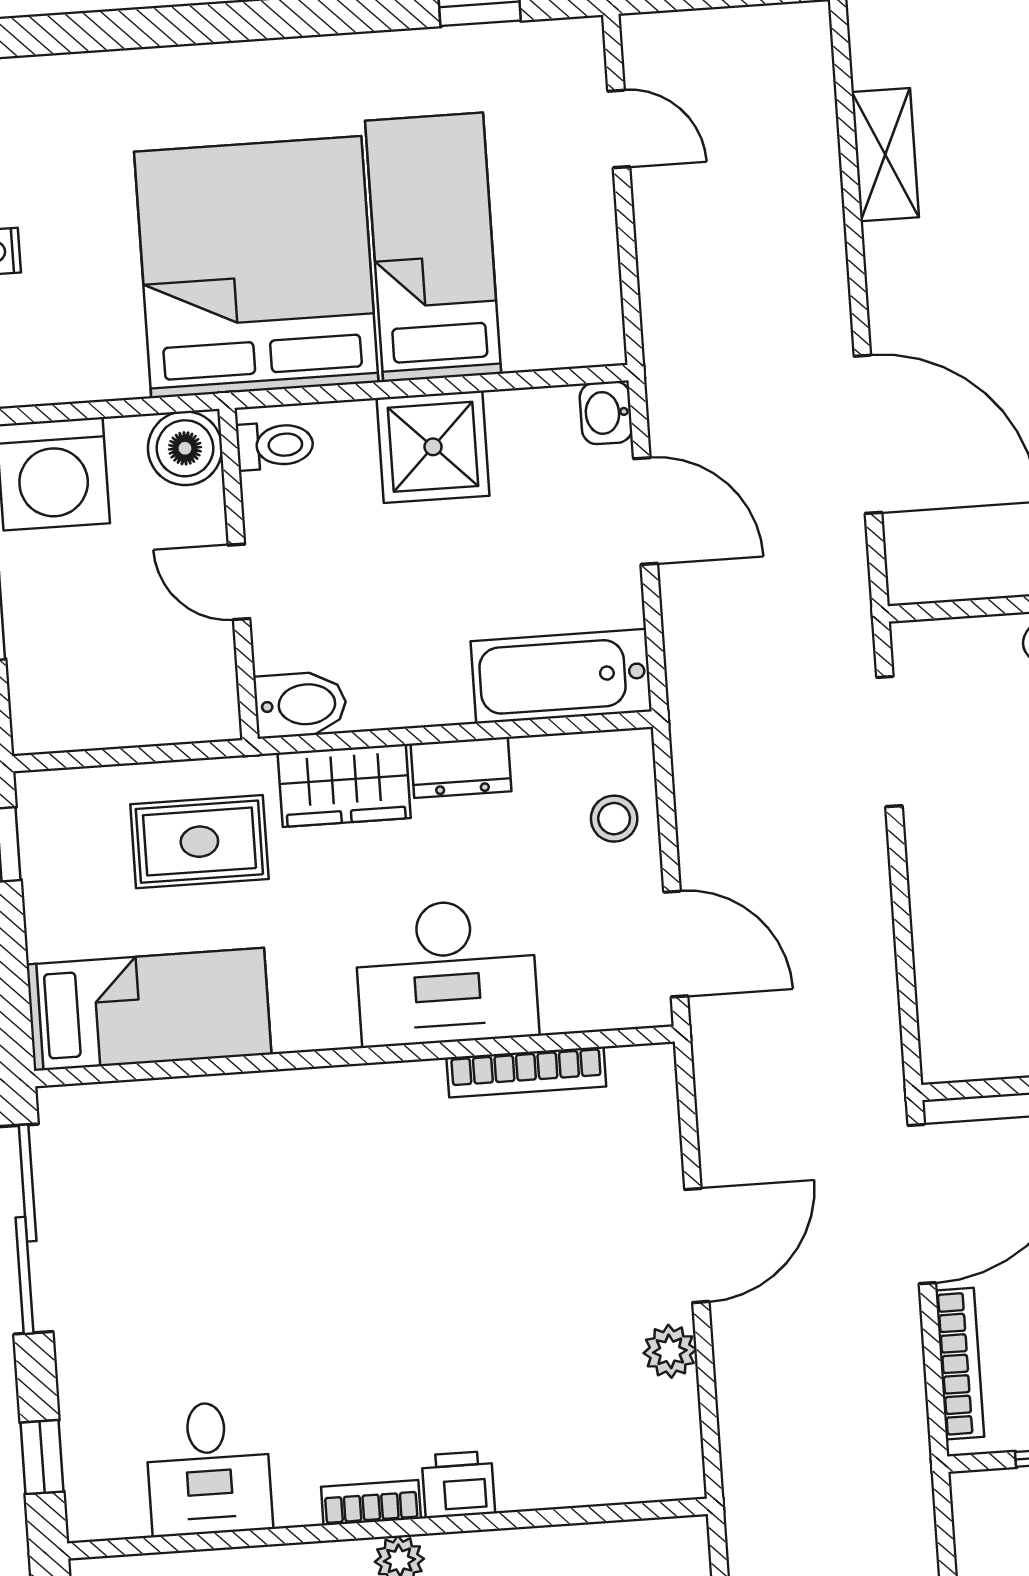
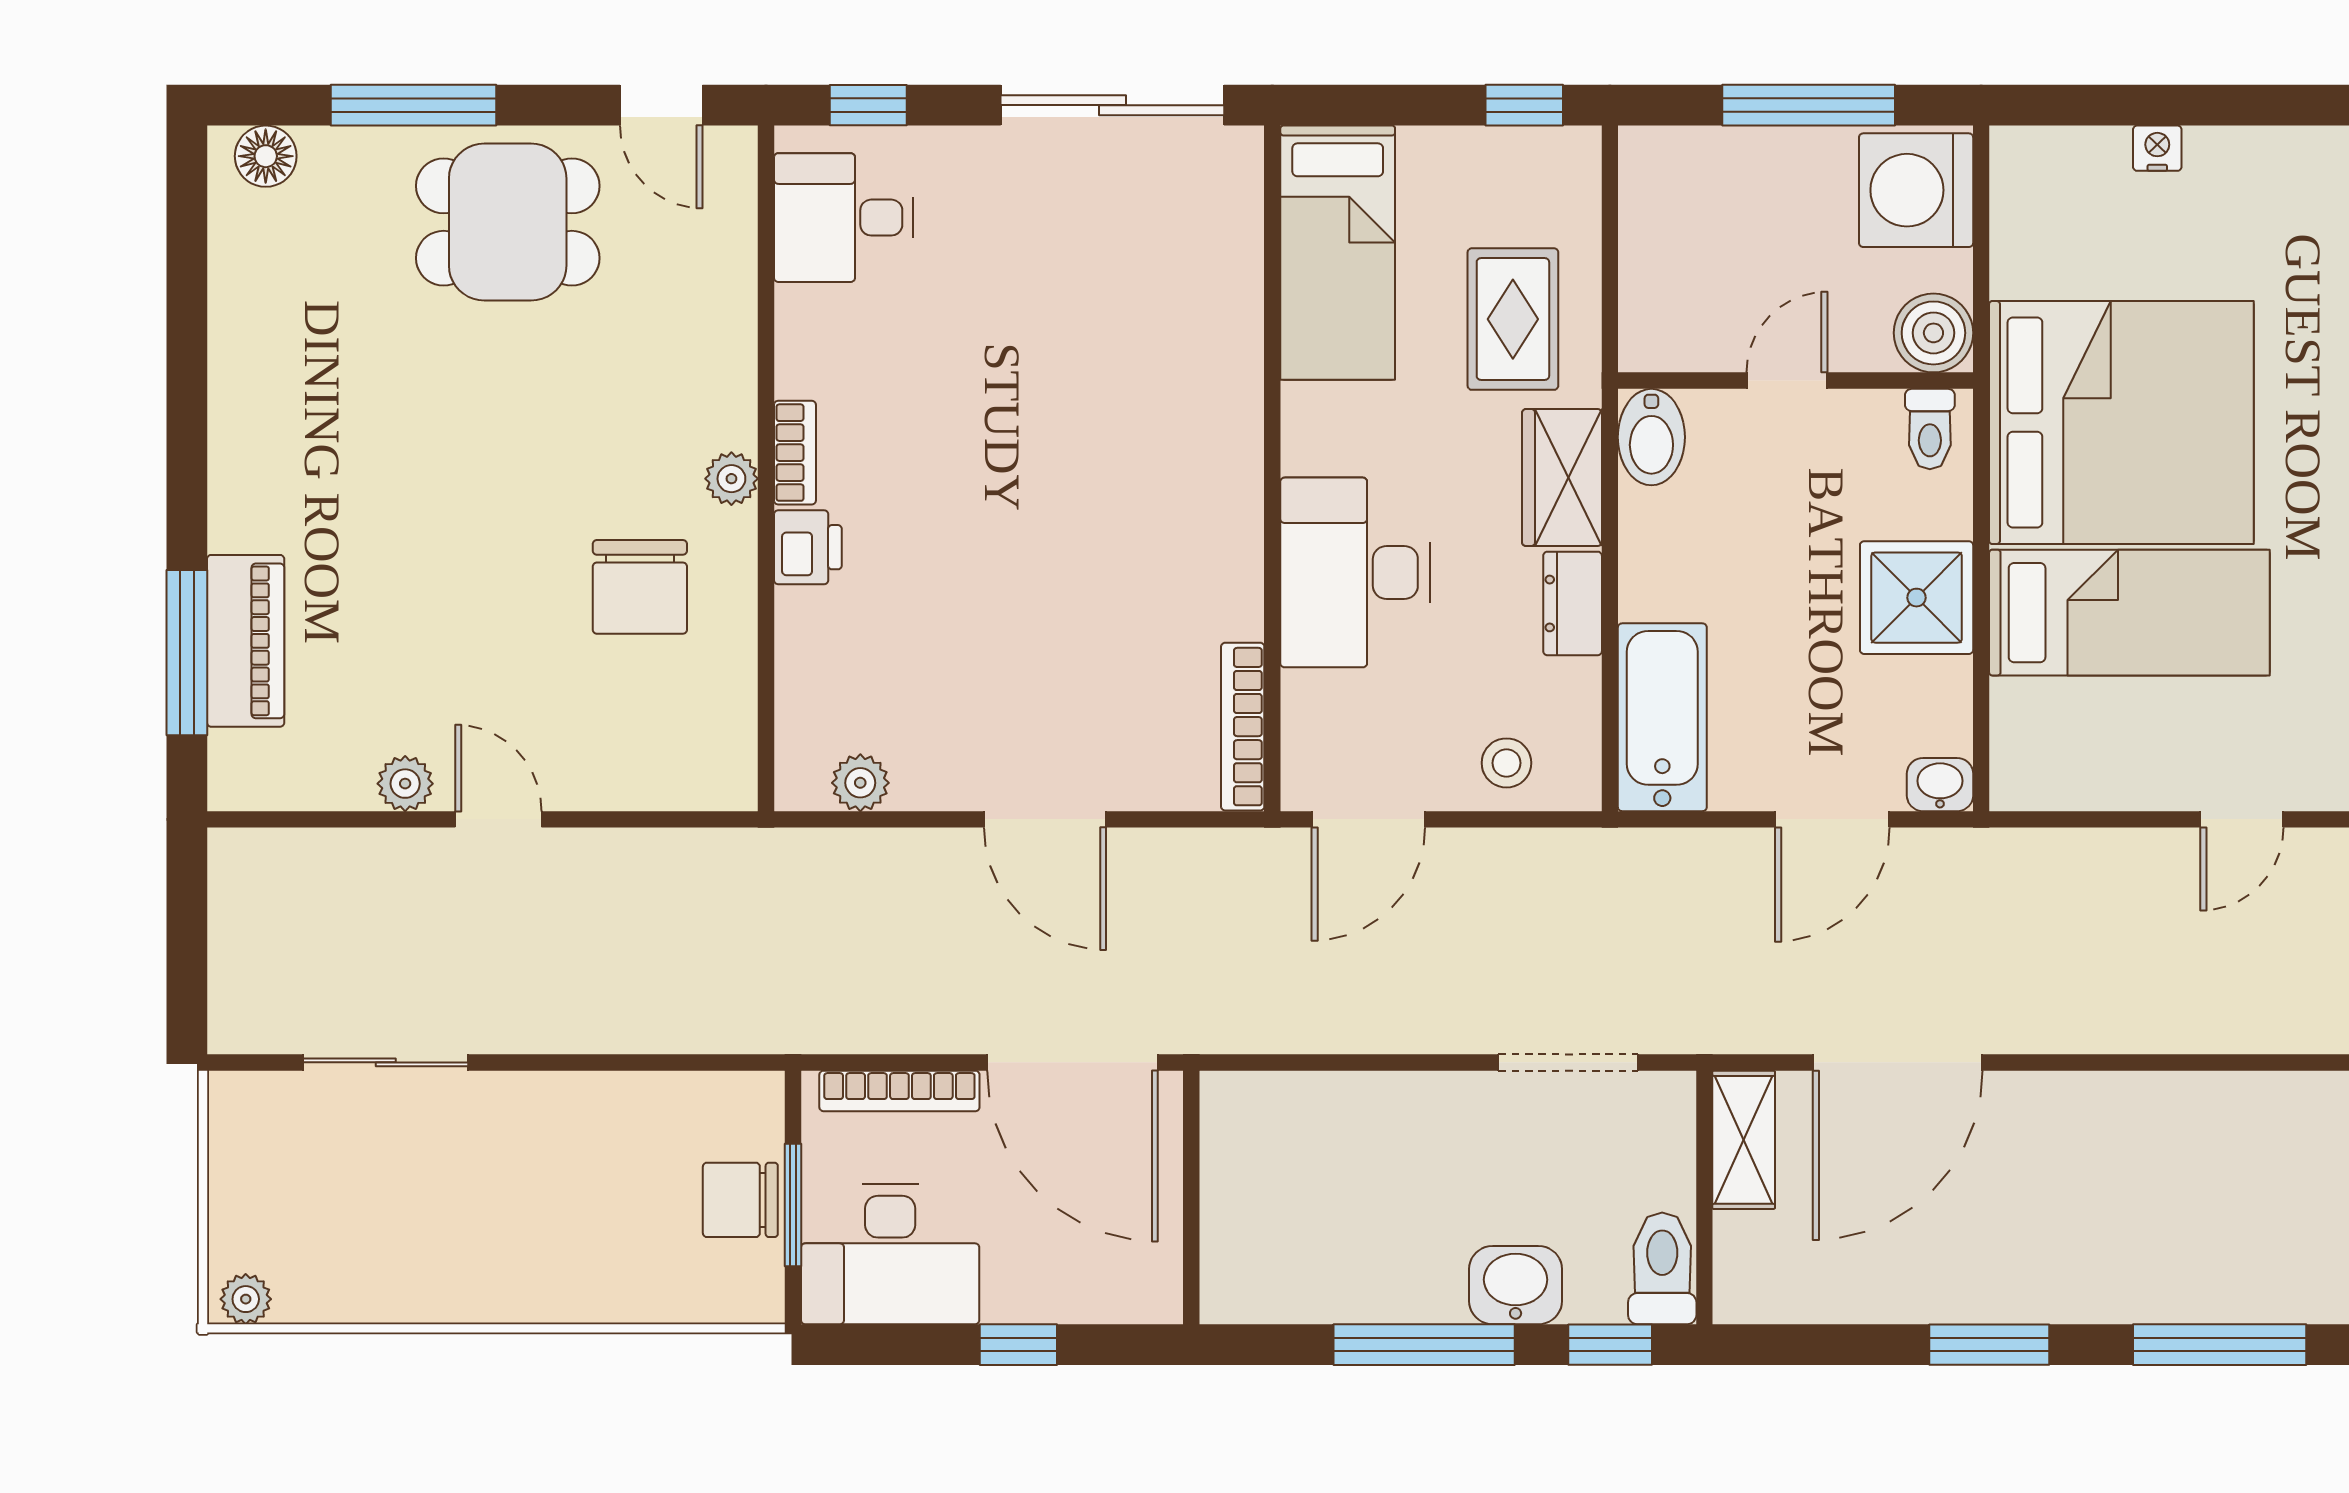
shelving: (885, 155) -> (1744, 1140), moved, turned 90
bookcase: (526, 1072) -> (1243, 727), moved
plant: (670, 1351) -> (860, 783), moved
desk: (209, 1468) -> (844, 218), moved

